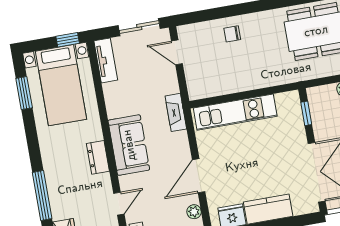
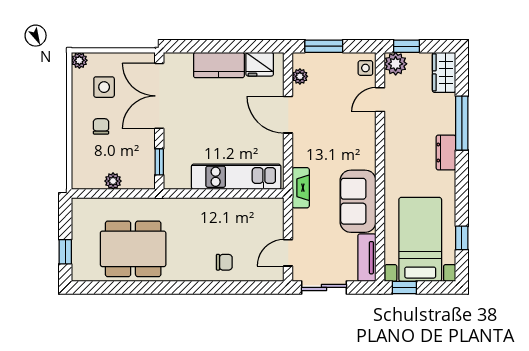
door: (177, 52) -> (288, 253), swing flipped
window: (24, 93) -> (462, 238), width x0.67
sofa: (129, 145) -> (358, 201), moved
dresser: (98, 157) -> (446, 152), moved, turned 180
door: (199, 176) -> (288, 115), swing flipped

